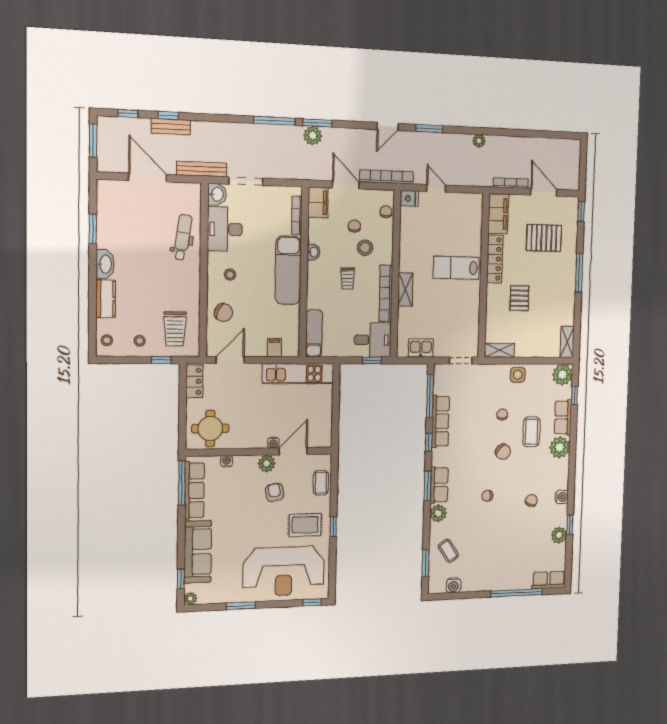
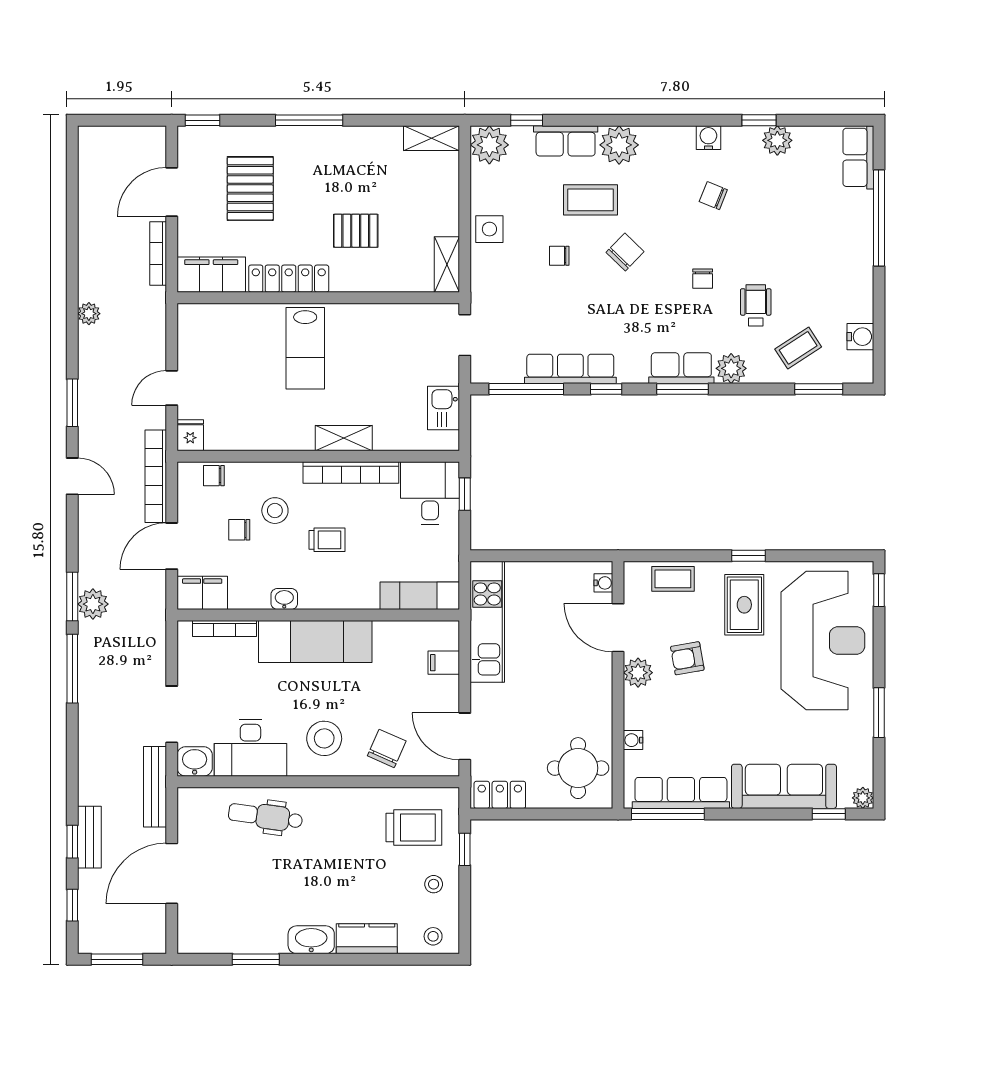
stool: (230, 275) -> (324, 738), width x1.89, depth x1.89
water cooler: (273, 443) -> (603, 583), moved
wheelchair: (472, 526) -> (756, 305), added

